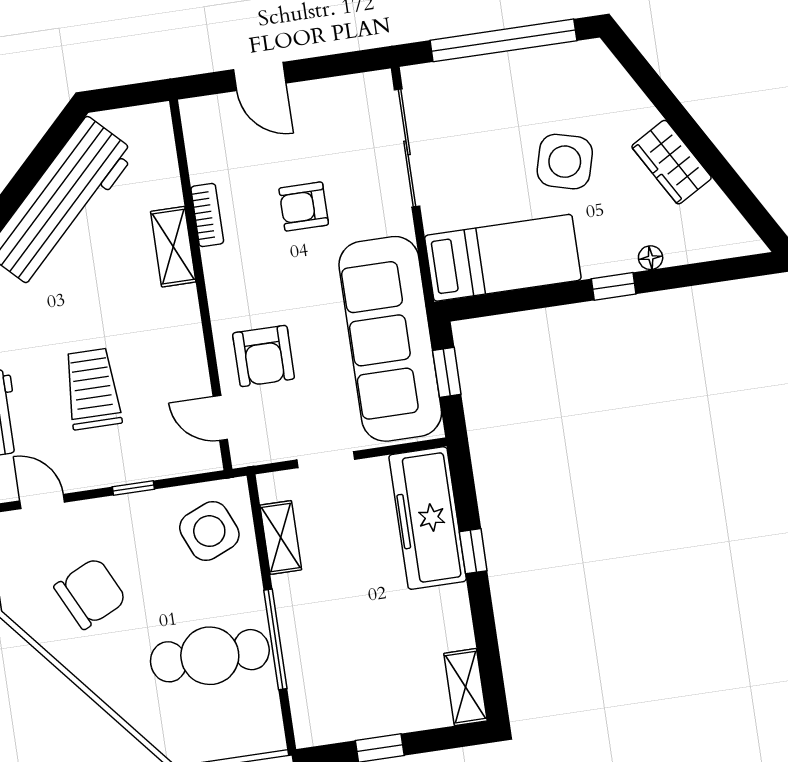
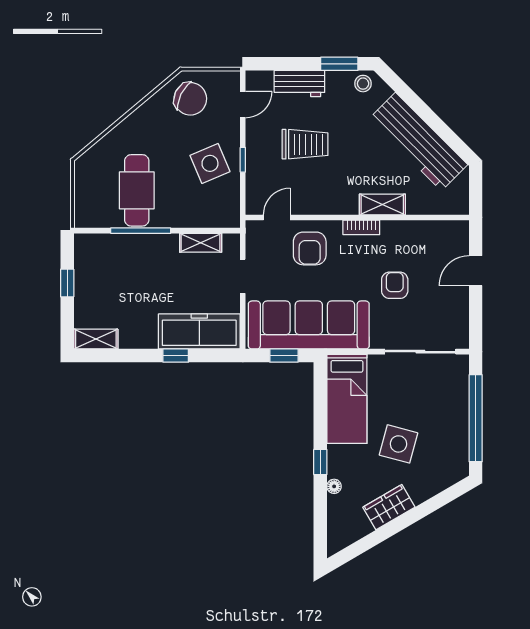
bookcase: (207, 215) -> (361, 227), moved
armchair: (264, 356) -> (310, 248), turned -90
side table: (209, 531) -> (210, 163), moved
chair: (90, 593) -> (190, 99), moved, turned -38

